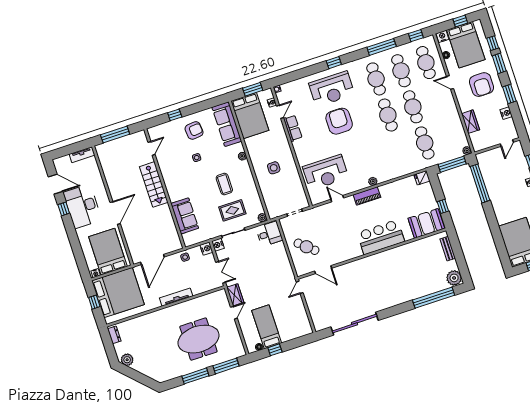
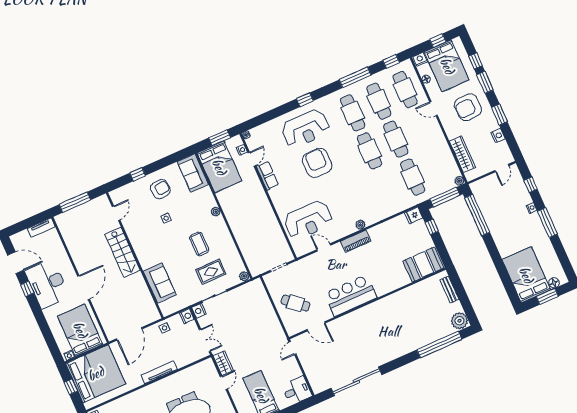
armchair: (481, 85) -> (468, 107), turned 88
wardrobe: (470, 122) -> (462, 154), width x1.50
sofa: (227, 124) -> (193, 173), width x0.73
side table: (274, 168) -> (251, 221), removed
window: (443, 206) -> (432, 227), moved
desk: (269, 234) -> (297, 391), moved
bar counter: (381, 237) -> (351, 295), moved

